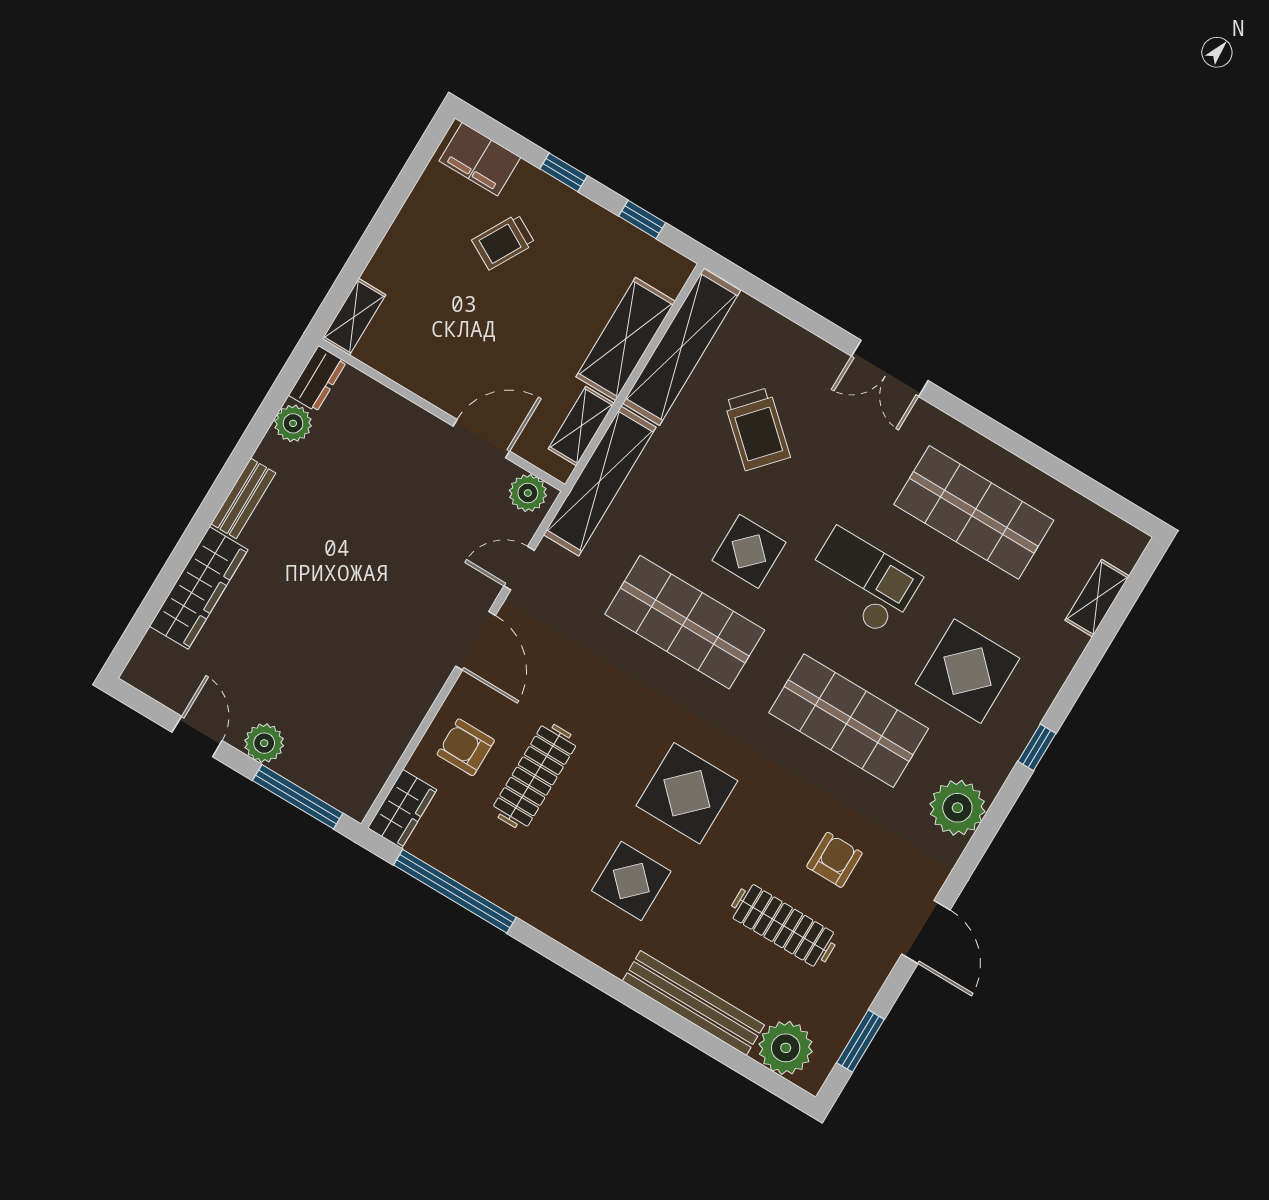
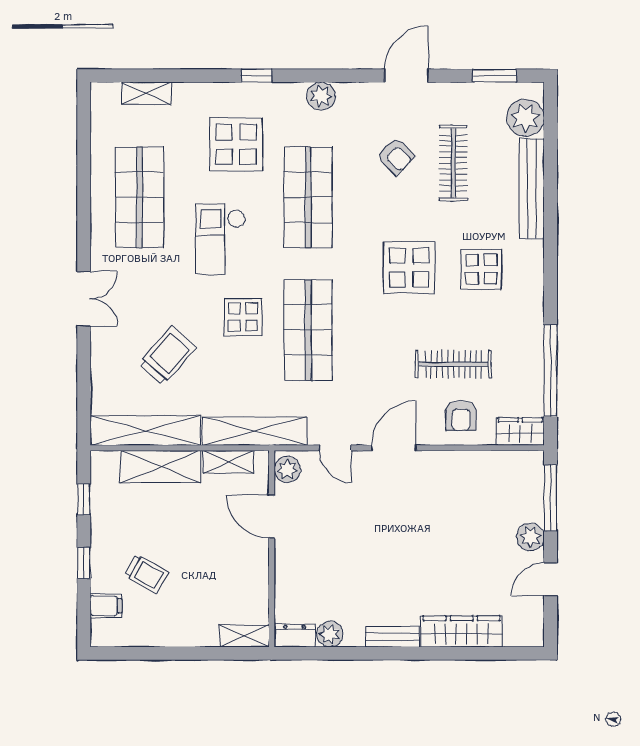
filing cabinet: (480, 159) -> (106, 606), width x0.50
plant: (957, 808) -> (321, 96), width x0.73, depth x0.73
armchair: (834, 860) -> (396, 156), turned -134

